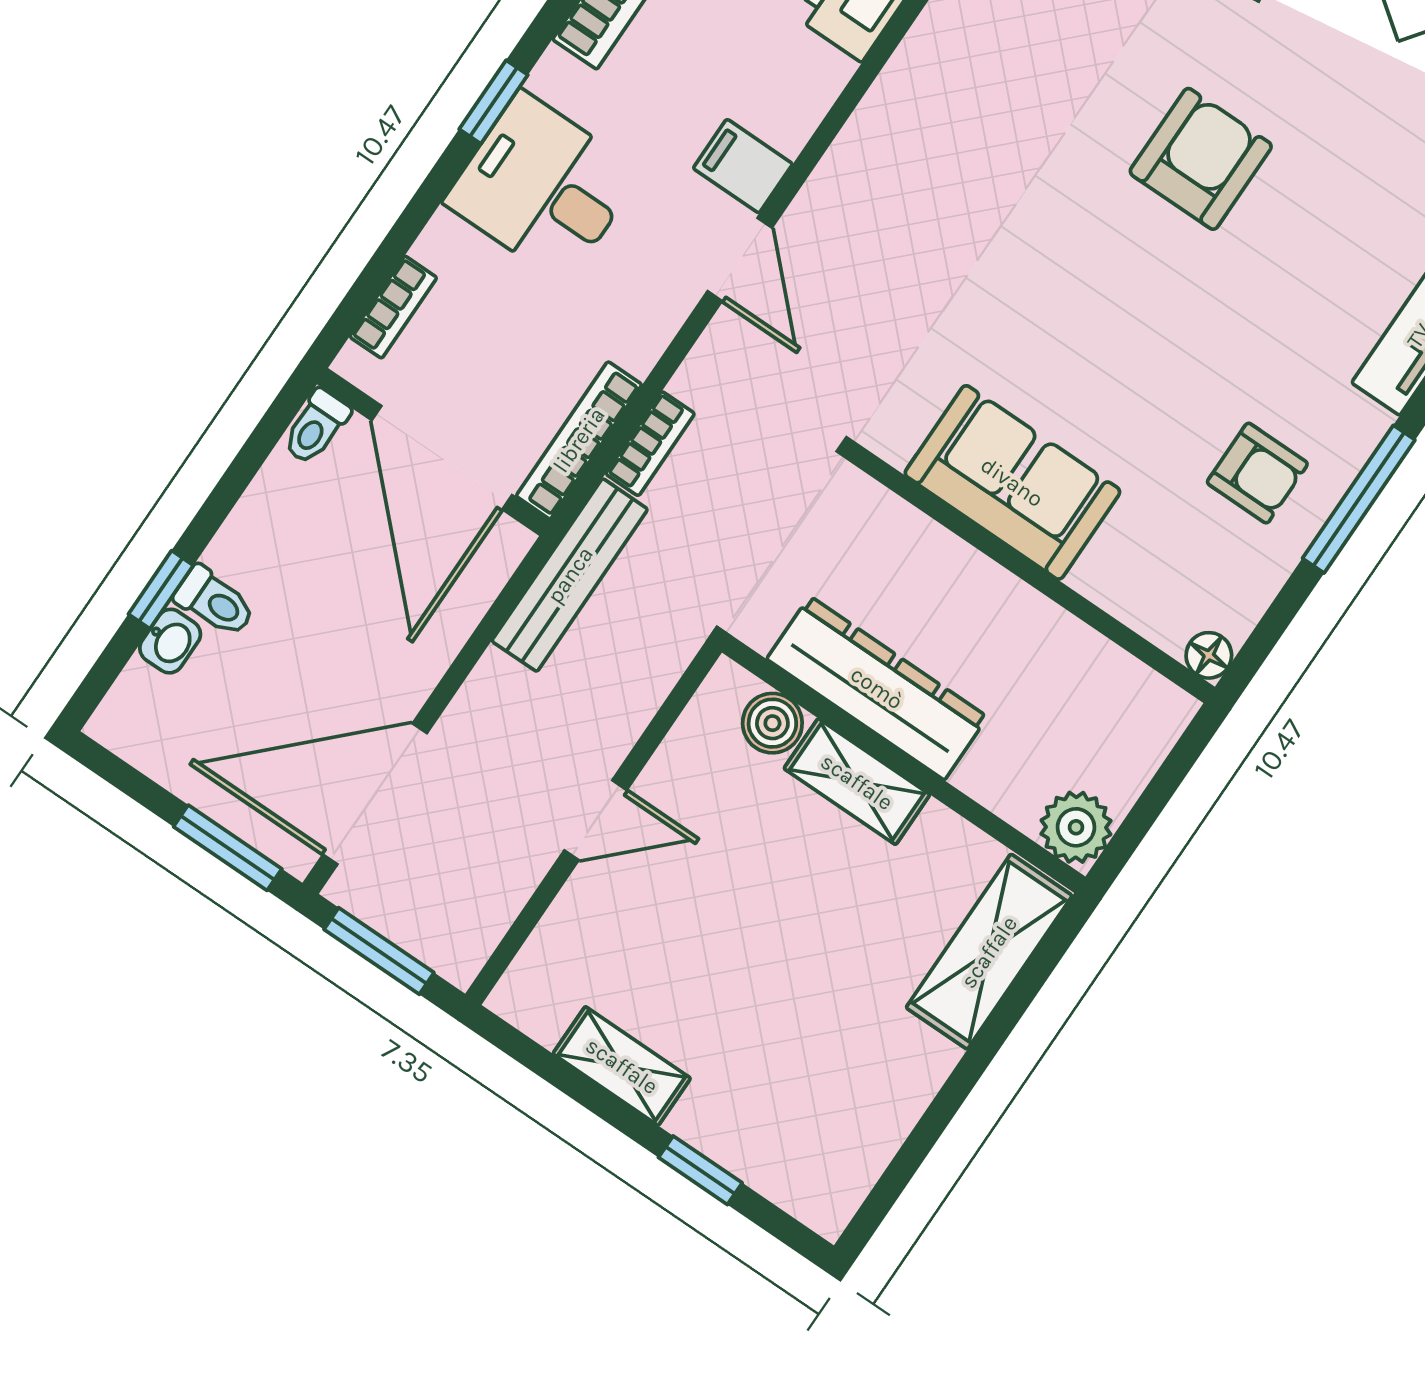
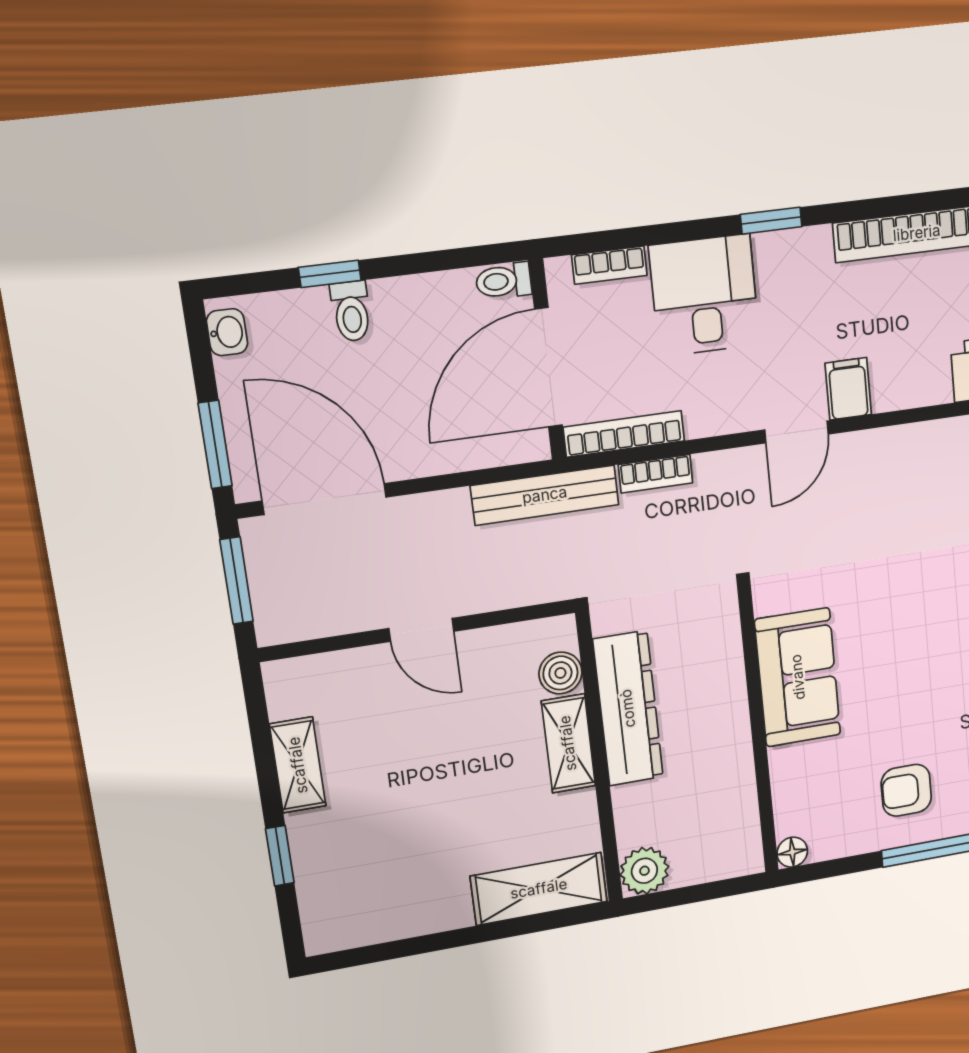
desk: (543, 187) -> (705, 295), moved
armchair: (1257, 473) -> (906, 790), turned 90
washbasin: (170, 641) -> (227, 332), moved, turned -90

